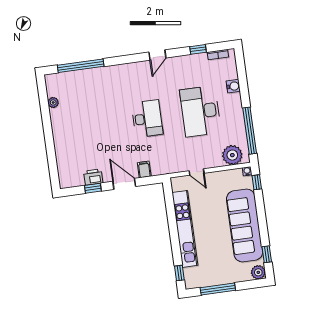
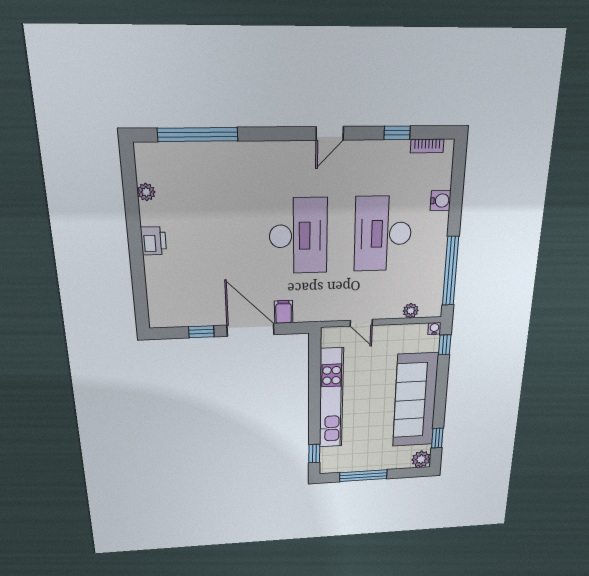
desk: (147, 119) -> (298, 236), width x1.36, depth x1.30
plant: (232, 155) -> (411, 311), width x0.53, depth x0.53
printer: (93, 177) -> (154, 241), moved, turned 90
door: (124, 184) -> (251, 330), width x1.36

